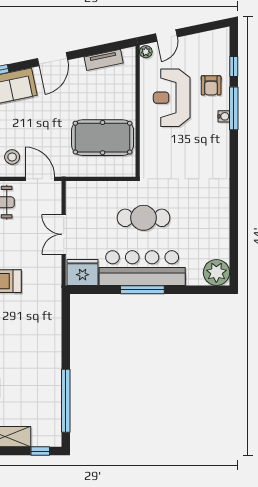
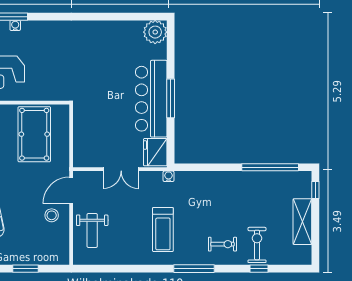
cafe table: (144, 218) -> (106, 97), removed
water cooler: (56, 287) -> (169, 176), added

